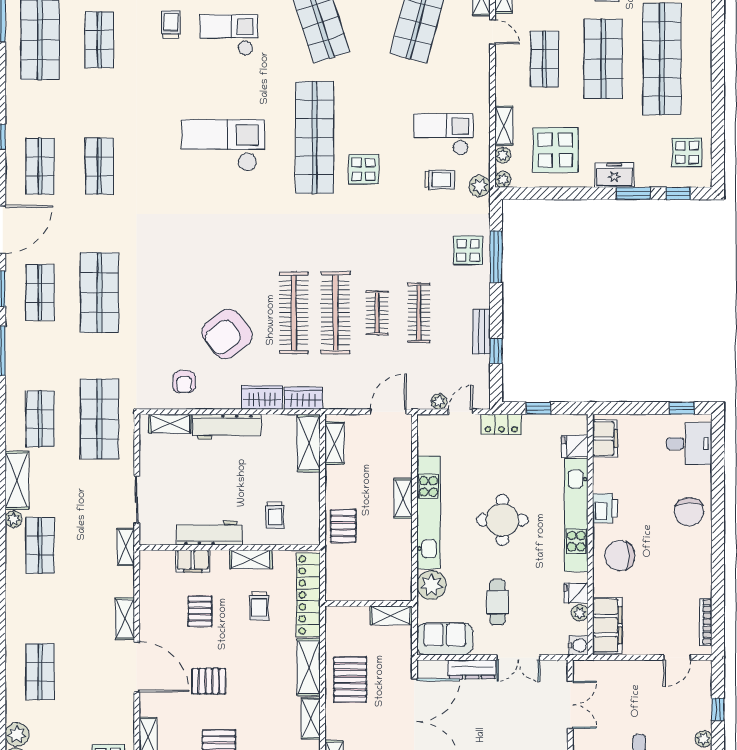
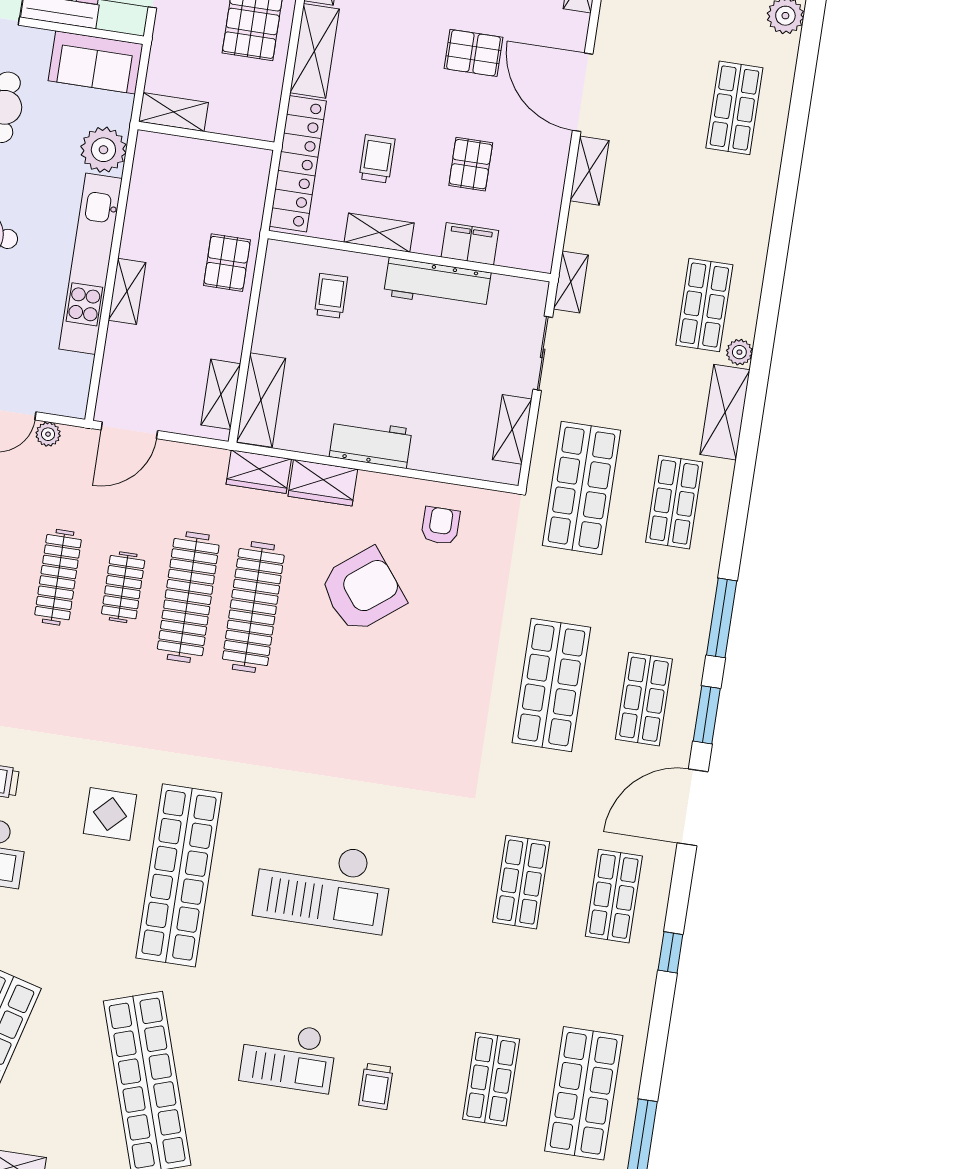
shelving: (170, 424) -> (512, 429), moved, turned 90
workbench: (227, 427) -> (371, 443), width x0.73

